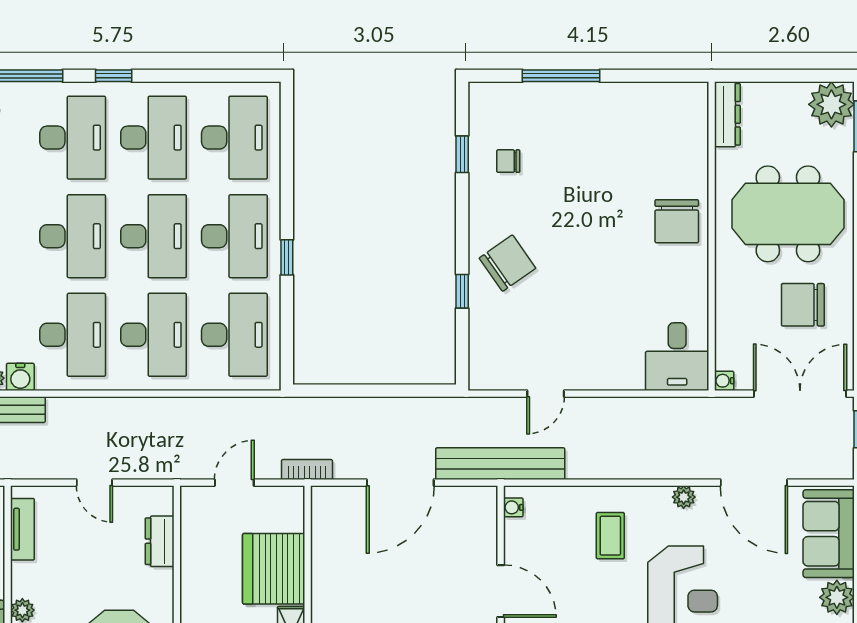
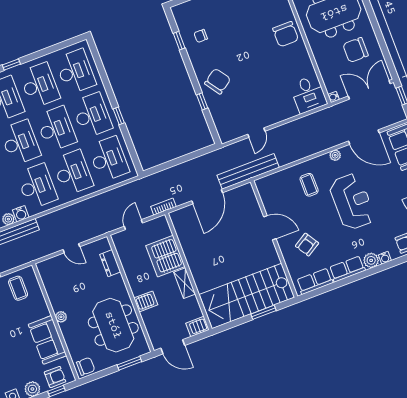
water cooler: (513, 507) -> (261, 189), removed
tv unit: (22, 529) -> (47, 281), removed

